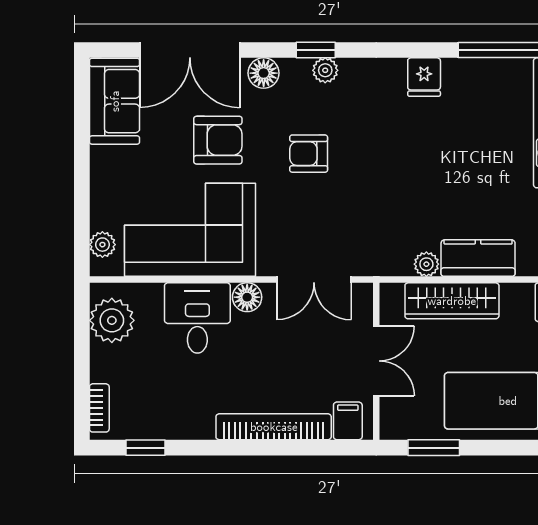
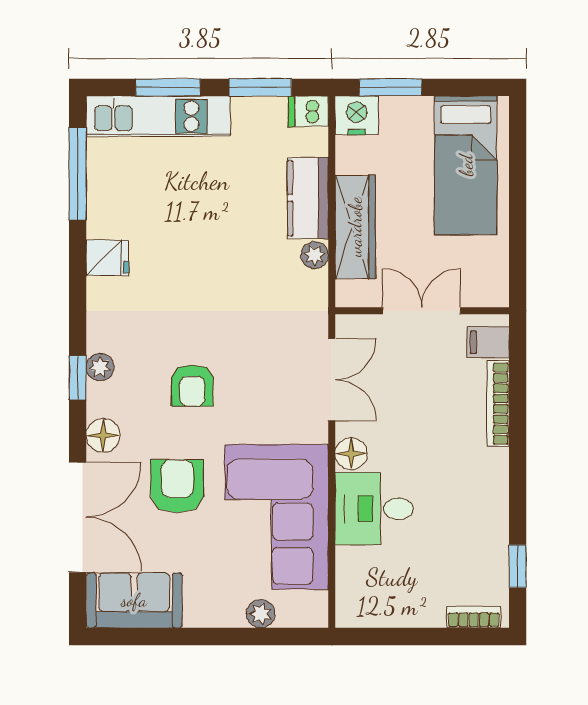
plant: (102, 245) -> (261, 614), moved
plant: (112, 320) -> (377, 603), removed
bookcase: (274, 427) -> (498, 404), width x0.68, depth x0.76
window: (434, 448) -> (518, 247), removed

